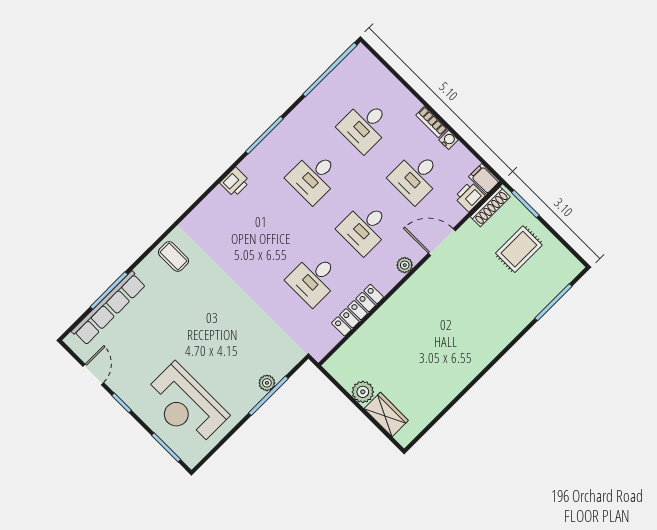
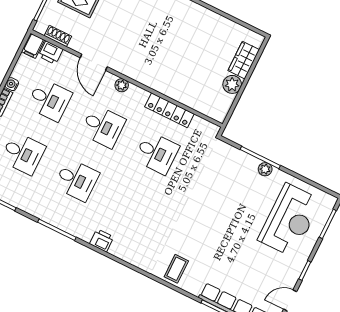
shoe rack: (490, 207) -> (58, 36), width x0.70
plant: (267, 383) -> (265, 169), moved

